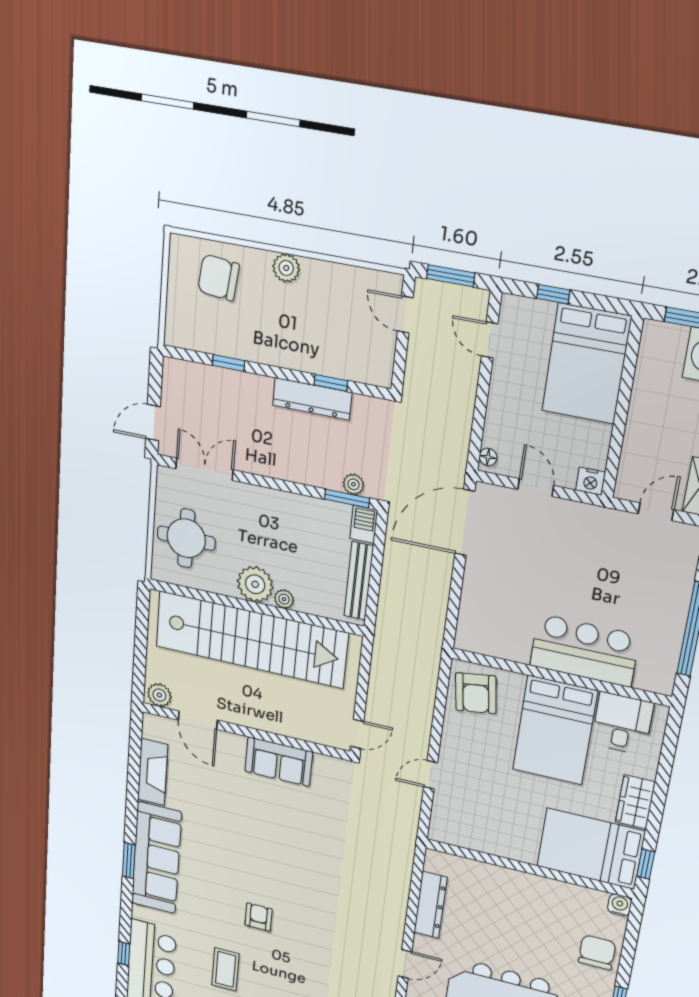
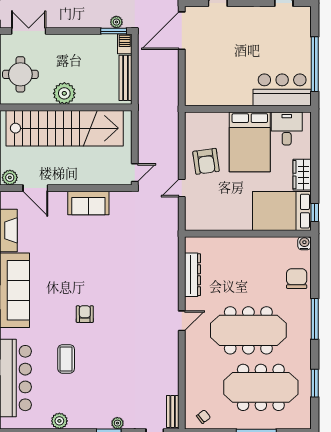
plant: (284, 599) -> (82, 99), removed
bar counter: (584, 650) -> (282, 90), moved
armchair: (476, 693) -> (206, 161), moved

